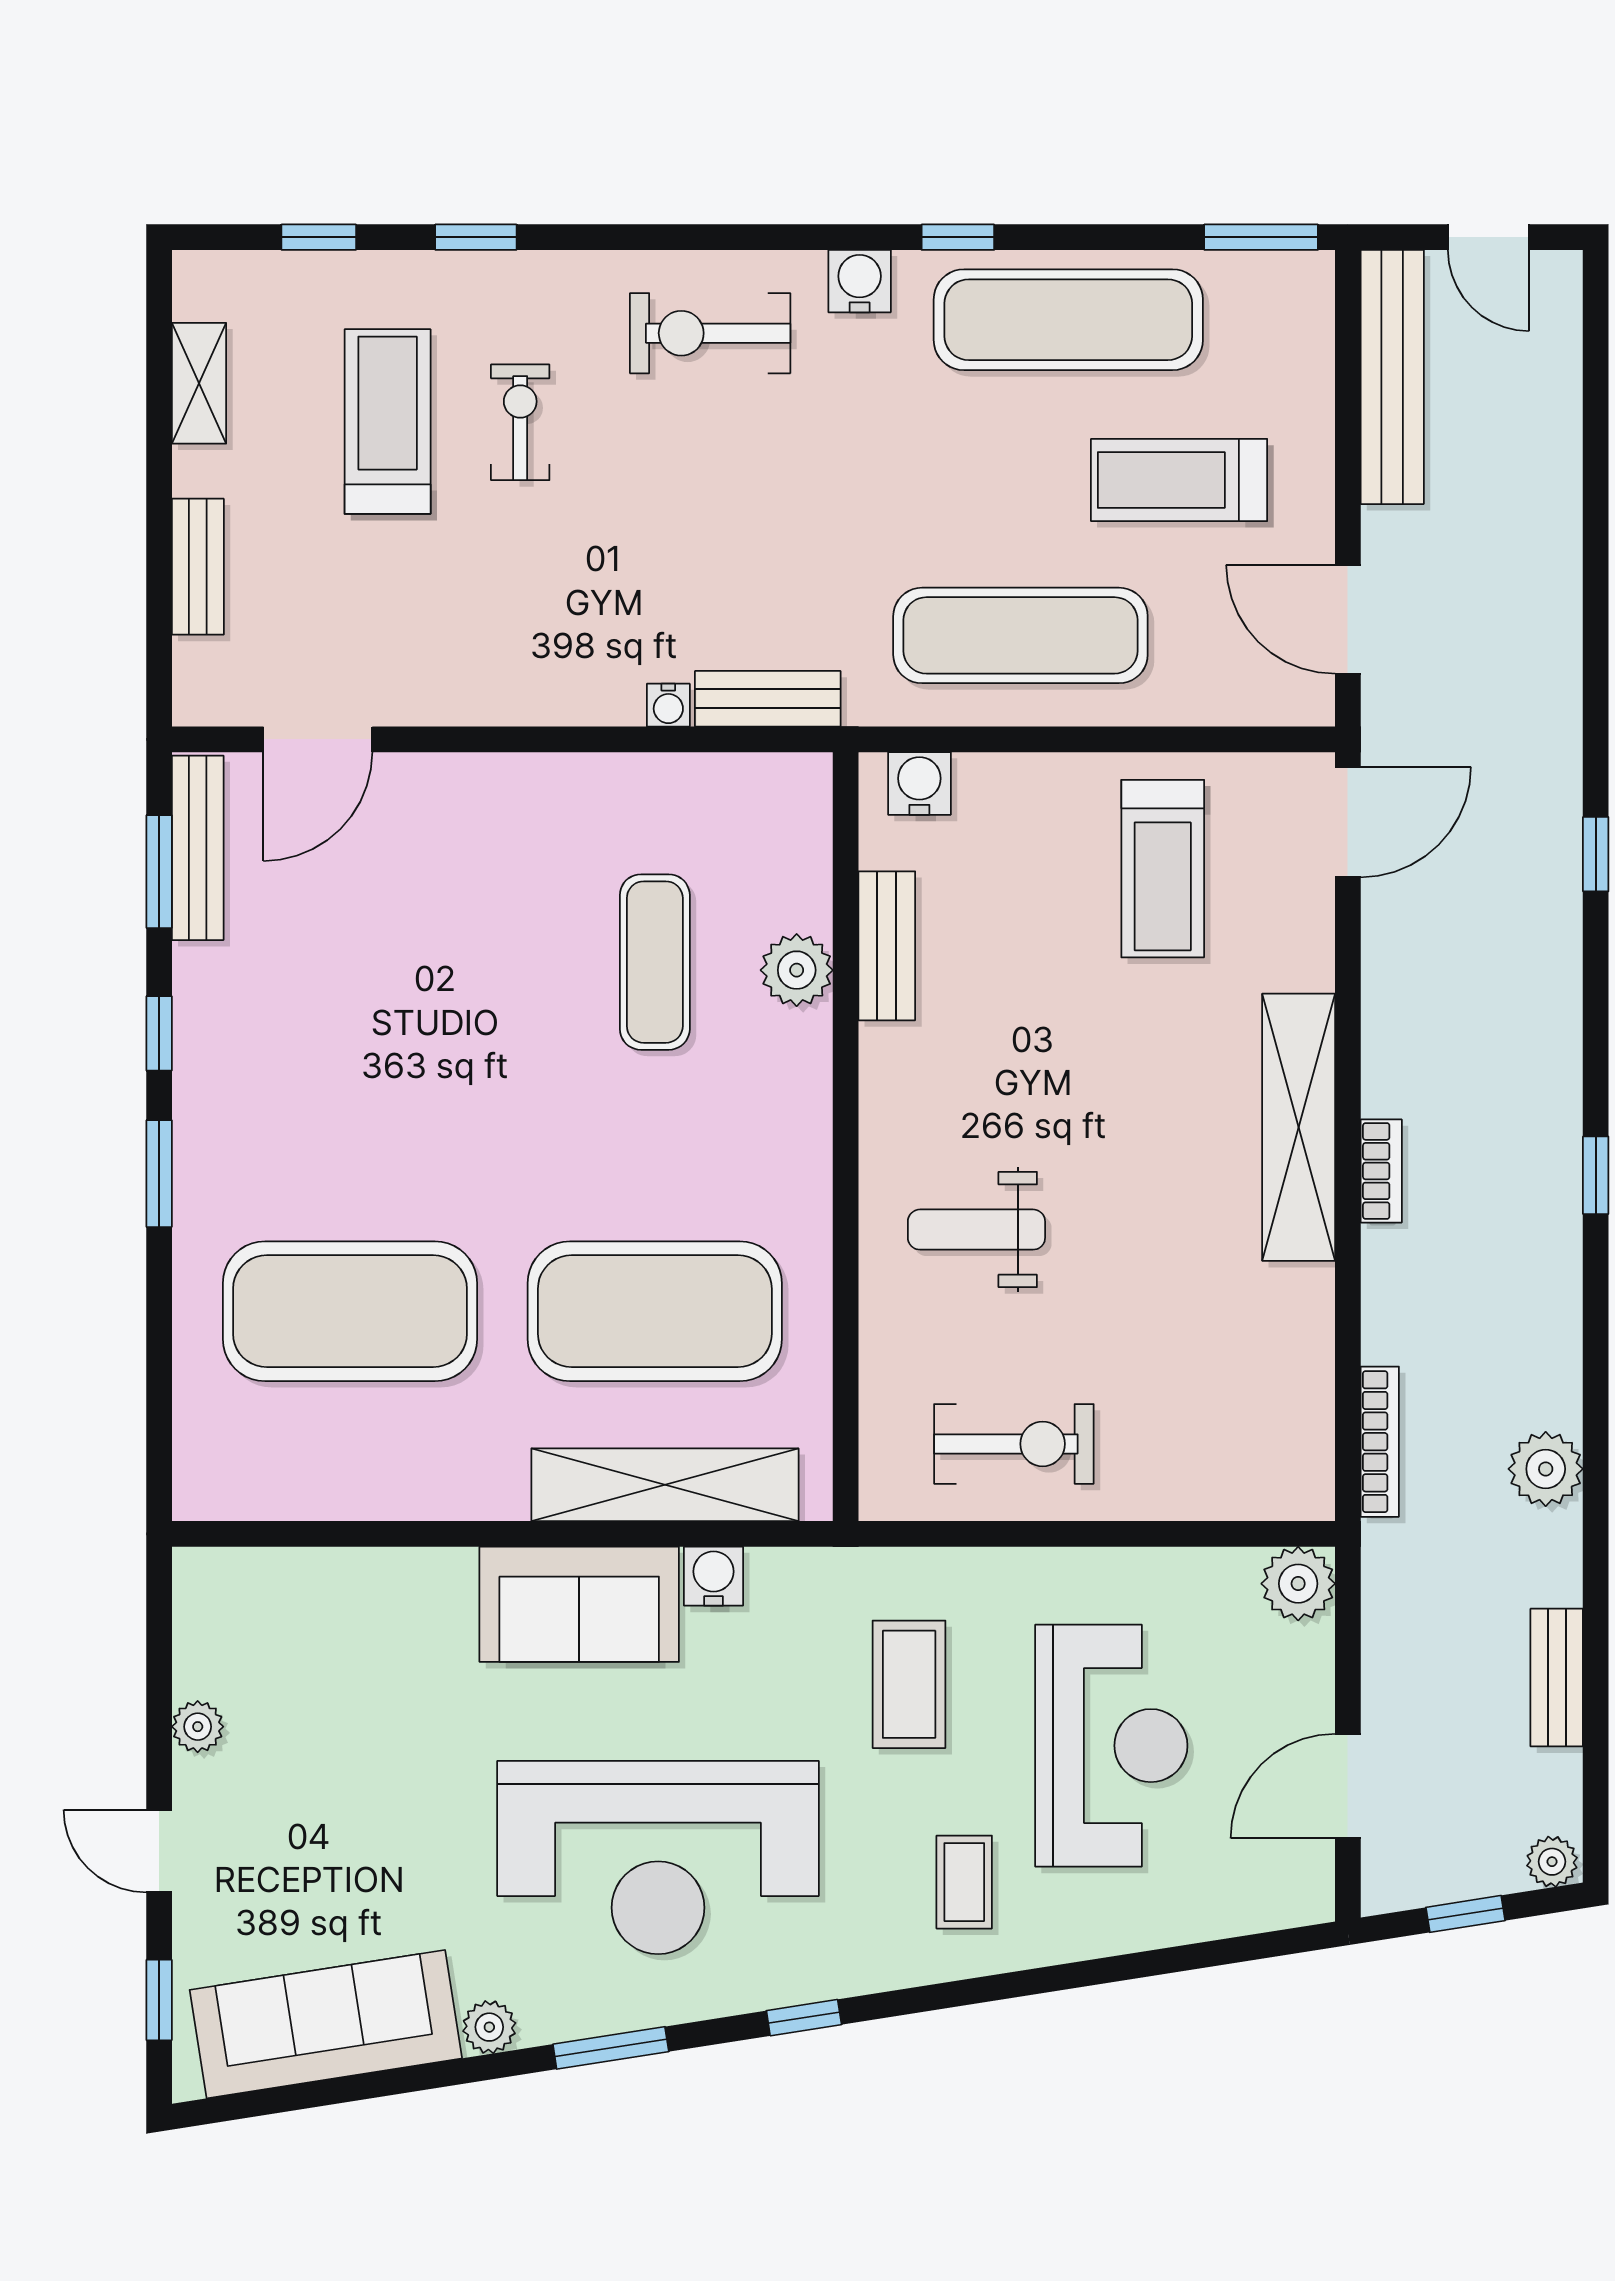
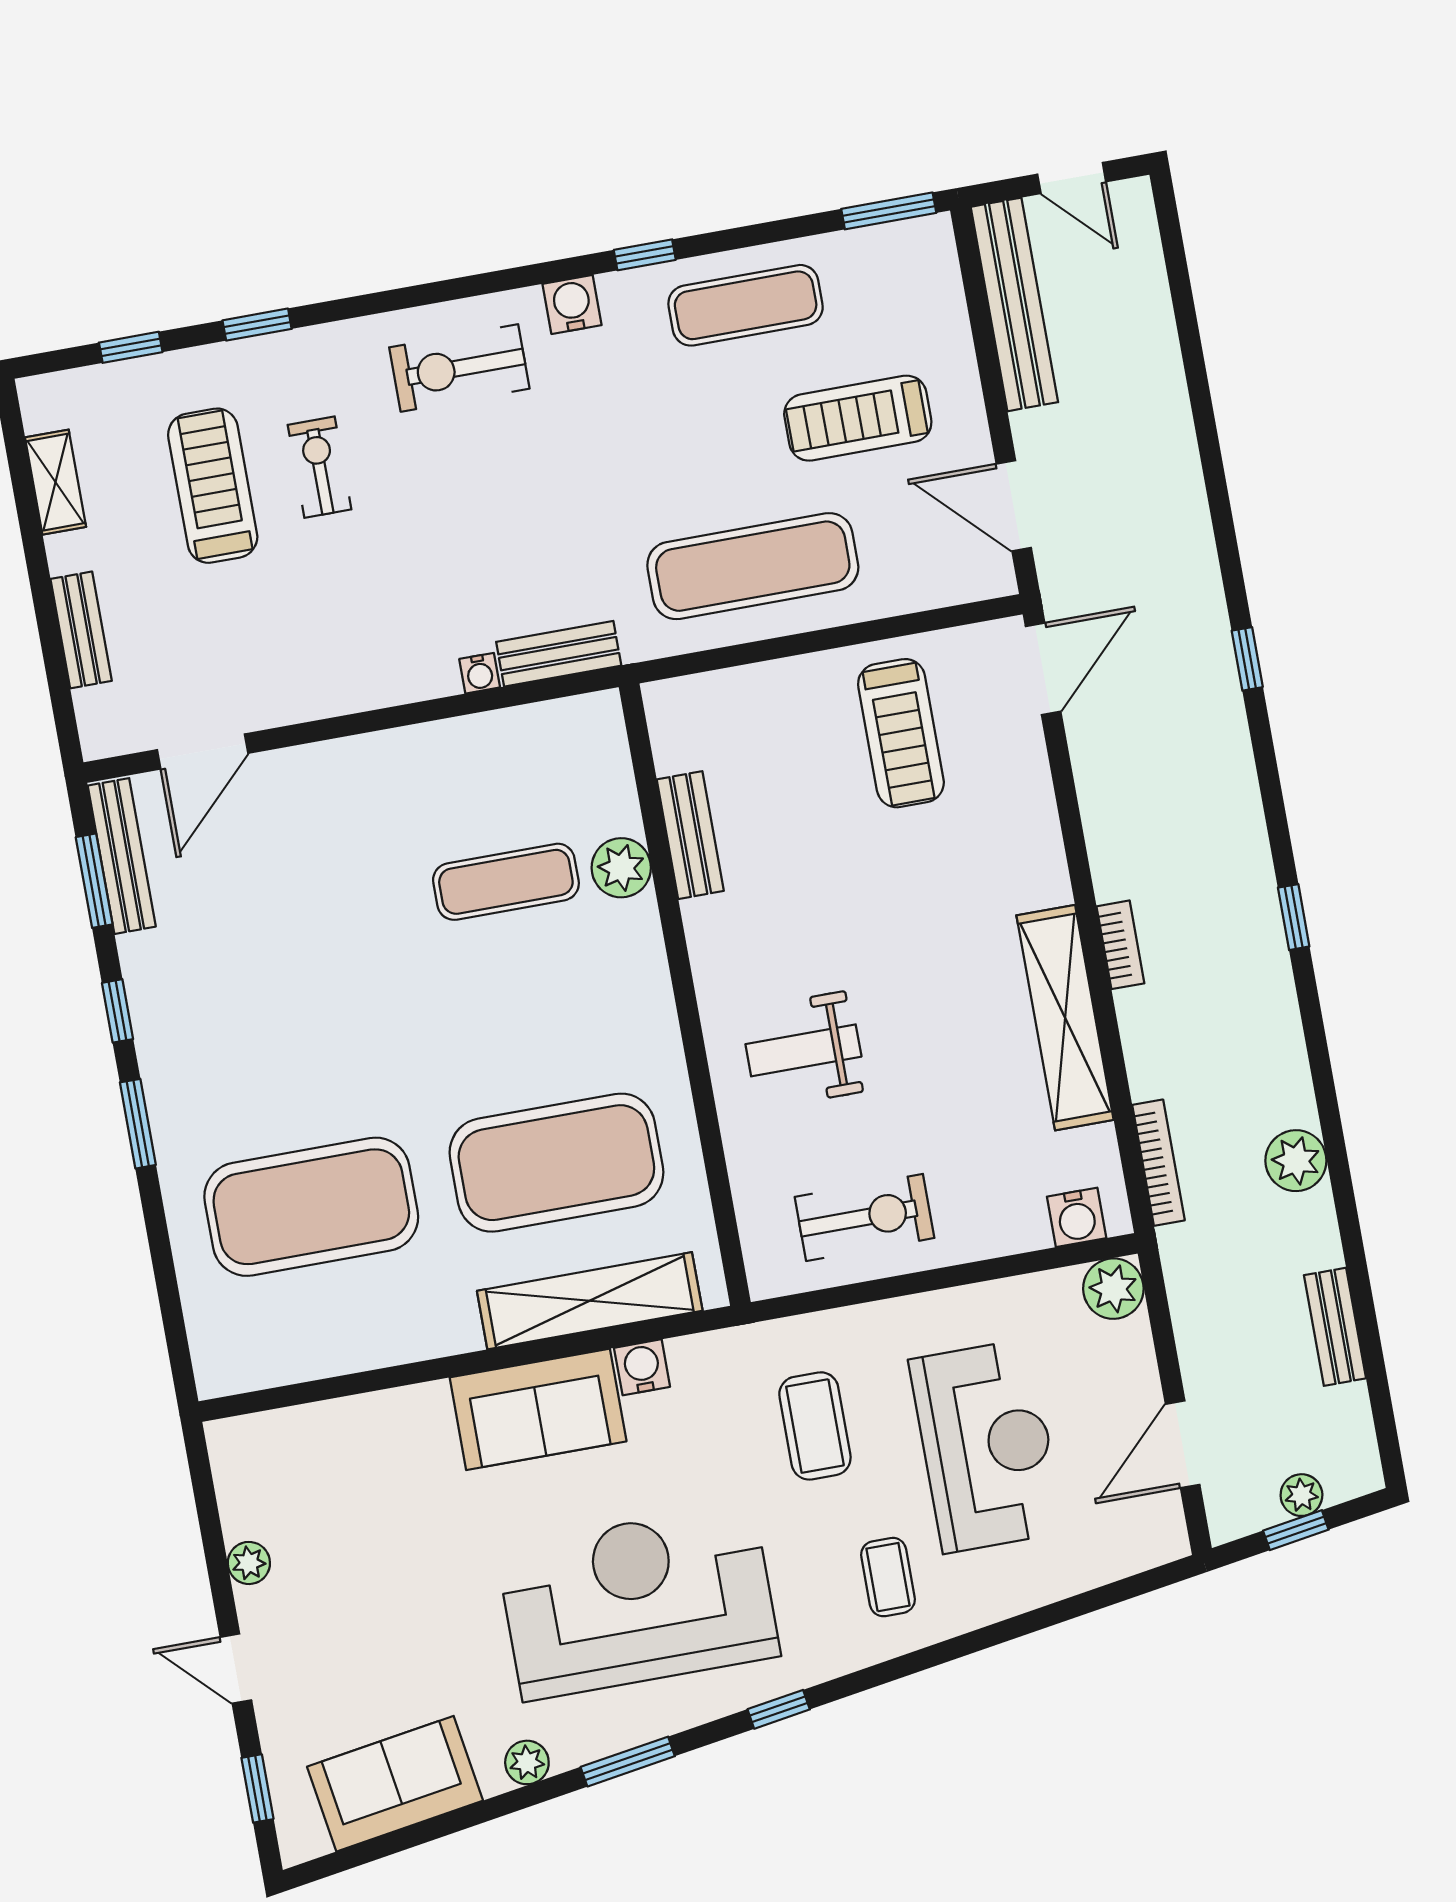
exercise mat: (1068, 320) -> (746, 305), width x0.73, depth x0.69
water cooler: (919, 783) -> (1077, 1217), moved, turned 180
exercise mat: (655, 962) -> (506, 882), turned 90
shelving: (1299, 1127) -> (1065, 1018), moved
reception desk: (658, 1857) -> (638, 1602), turned 180
plant: (1552, 1862) -> (1301, 1495), moved
sofa: (326, 2024) -> (395, 1784), width x0.73

